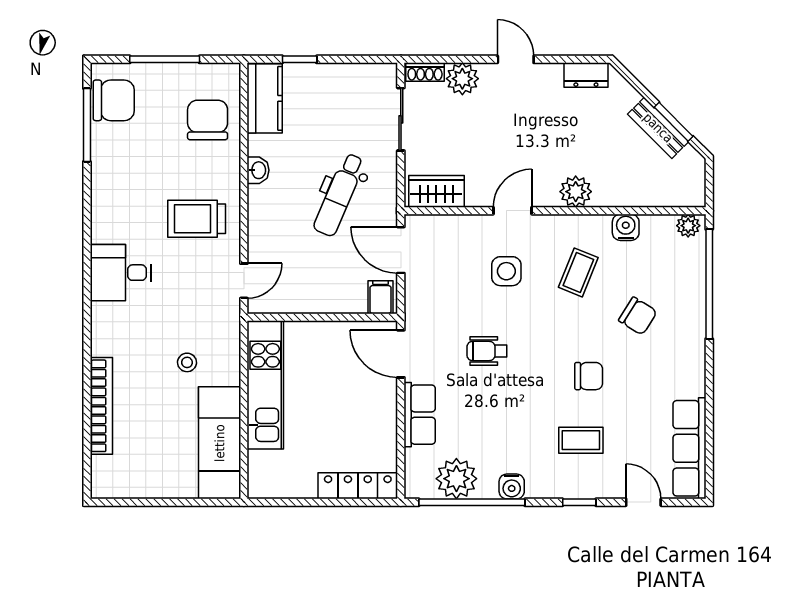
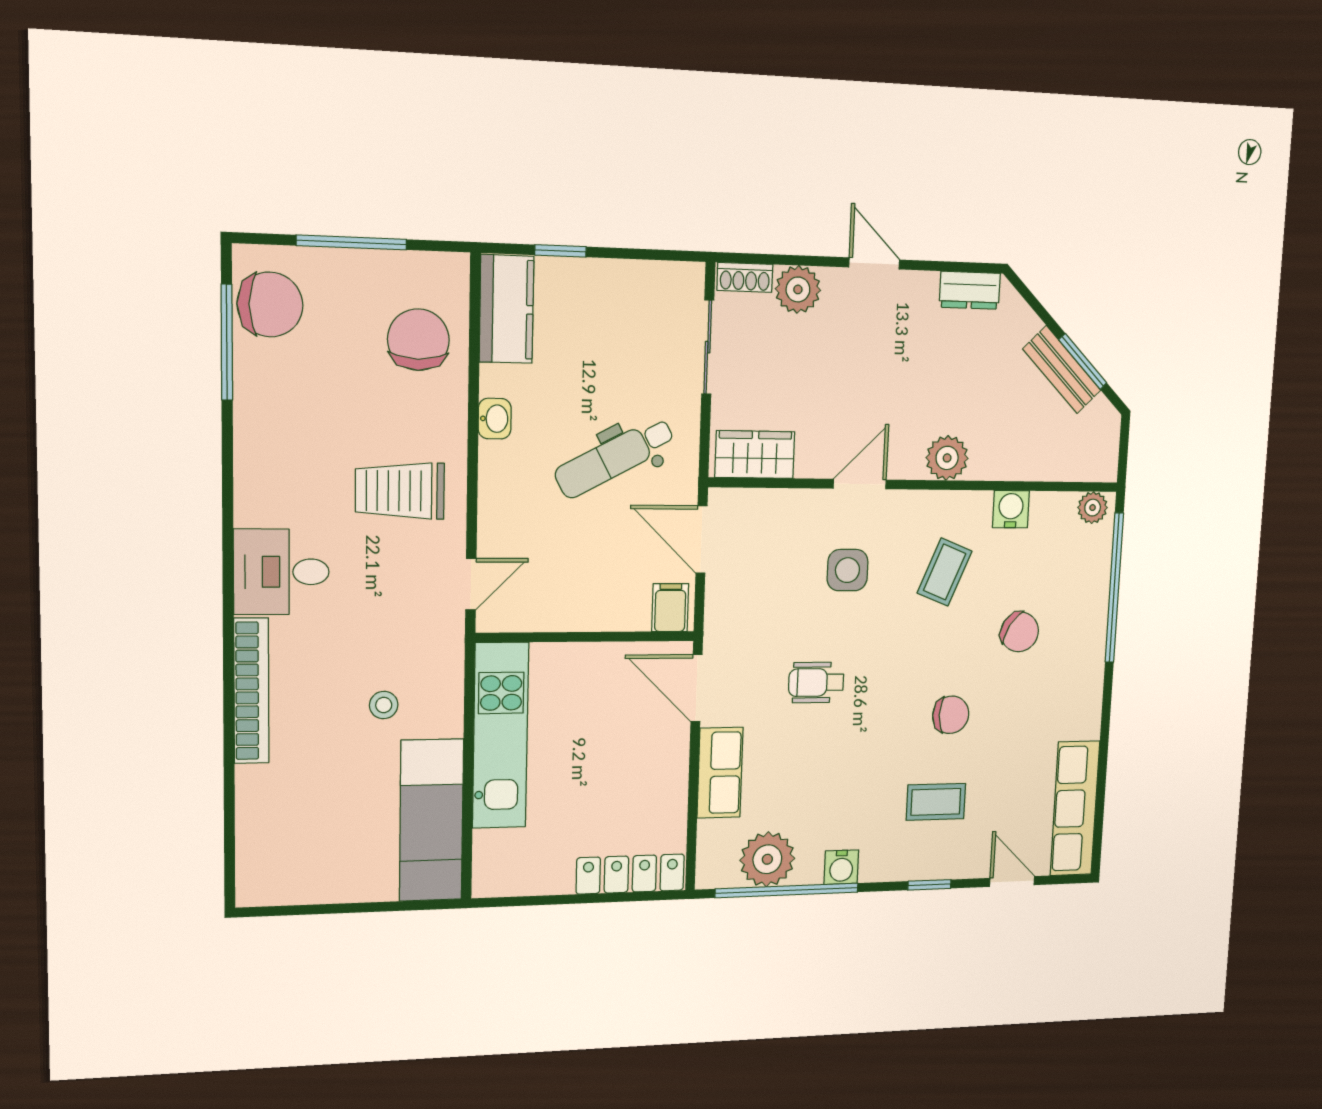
dental chair: (339, 195) -> (615, 457), turned 39
bookcase: (101, 406) -> (251, 691), moved

